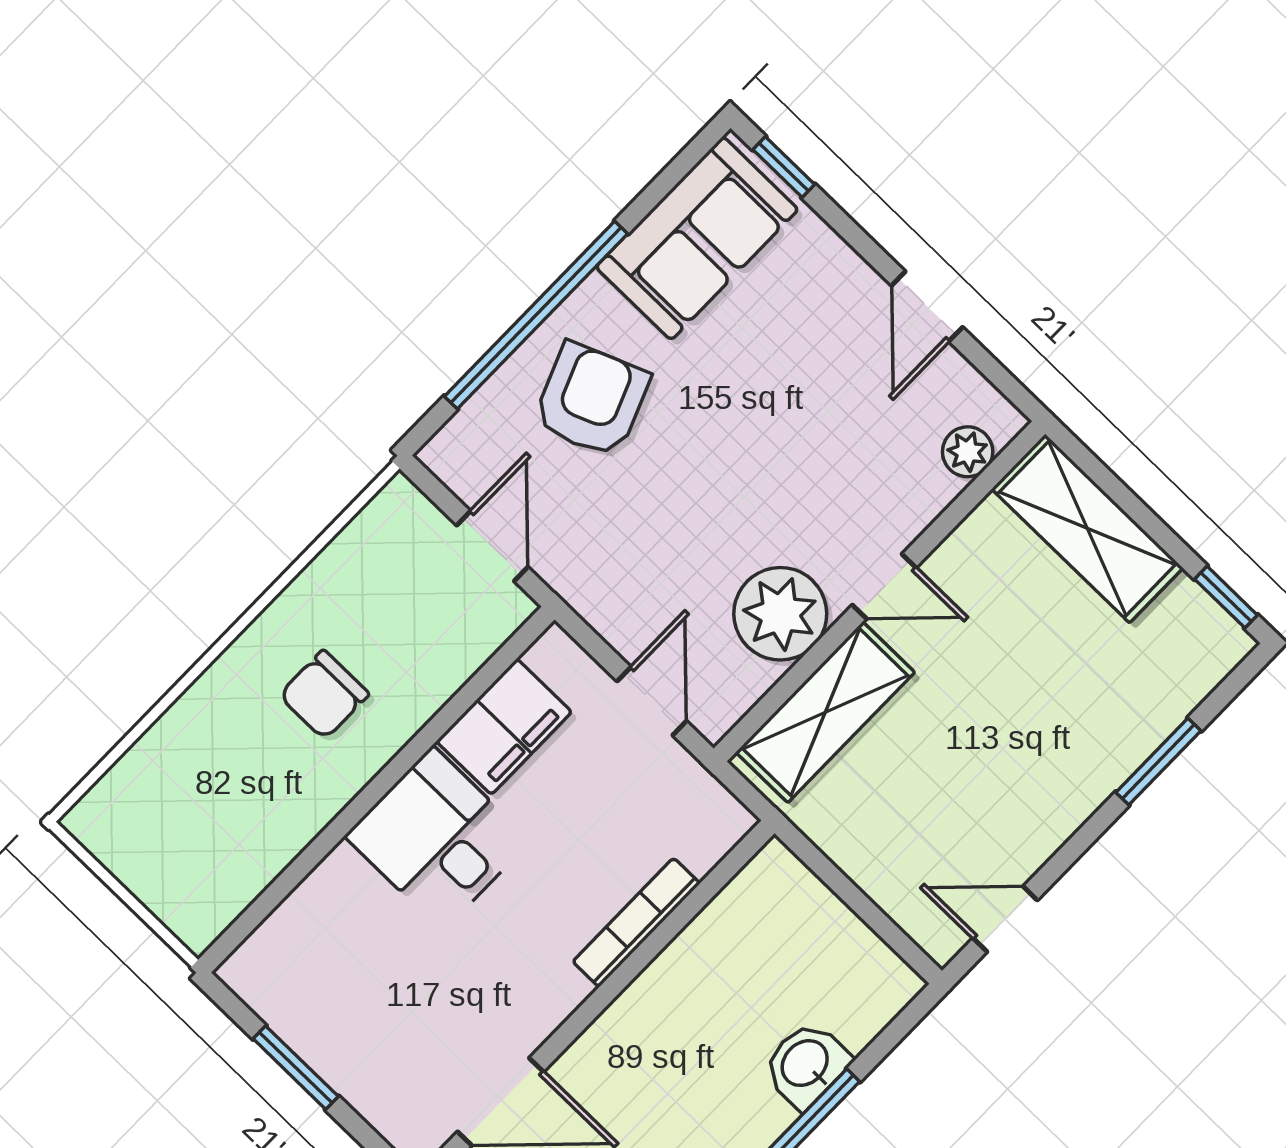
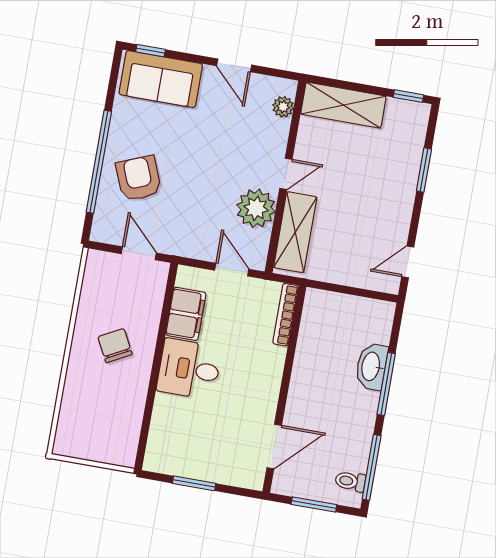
sofa: (697, 238) -> (161, 79), moved, turned 90
chair: (324, 695) -> (115, 346), turned 152
bookcase: (636, 922) -> (285, 315), moved
washbasin: (806, 1064) -> (371, 367), width x1.38

